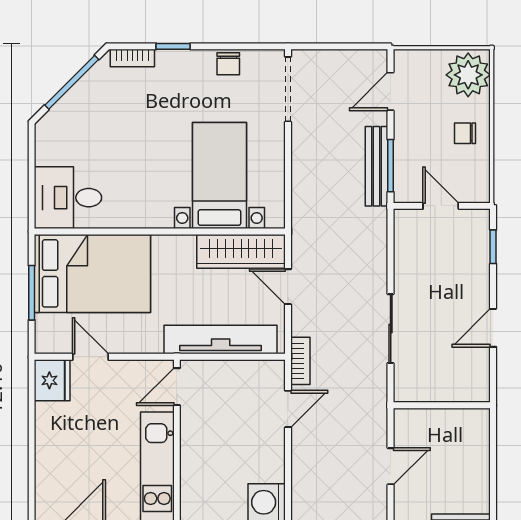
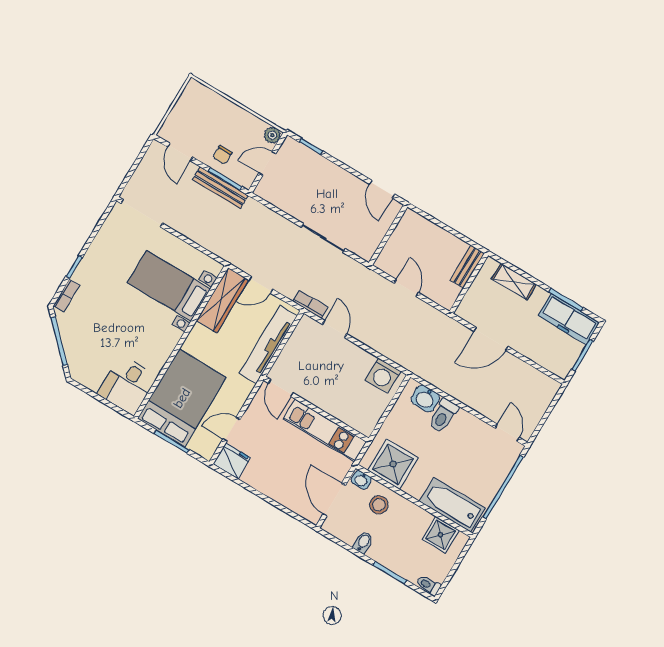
chair: (228, 64) -> (105, 240), removed
plant: (468, 75) -> (272, 135), moved, width x0.53, depth x0.53
chair: (465, 133) -> (222, 155), moved
door: (493, 328) -> (382, 189), moved

